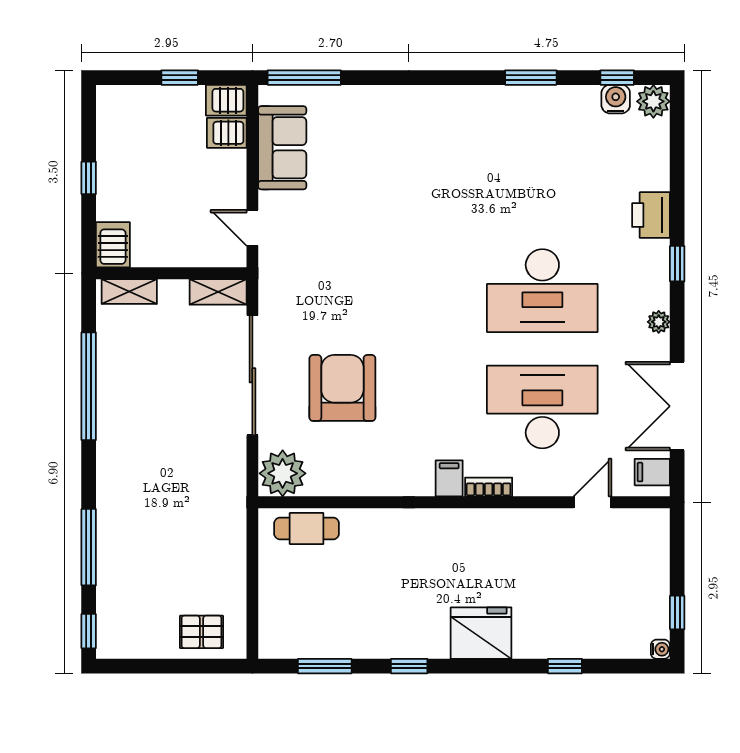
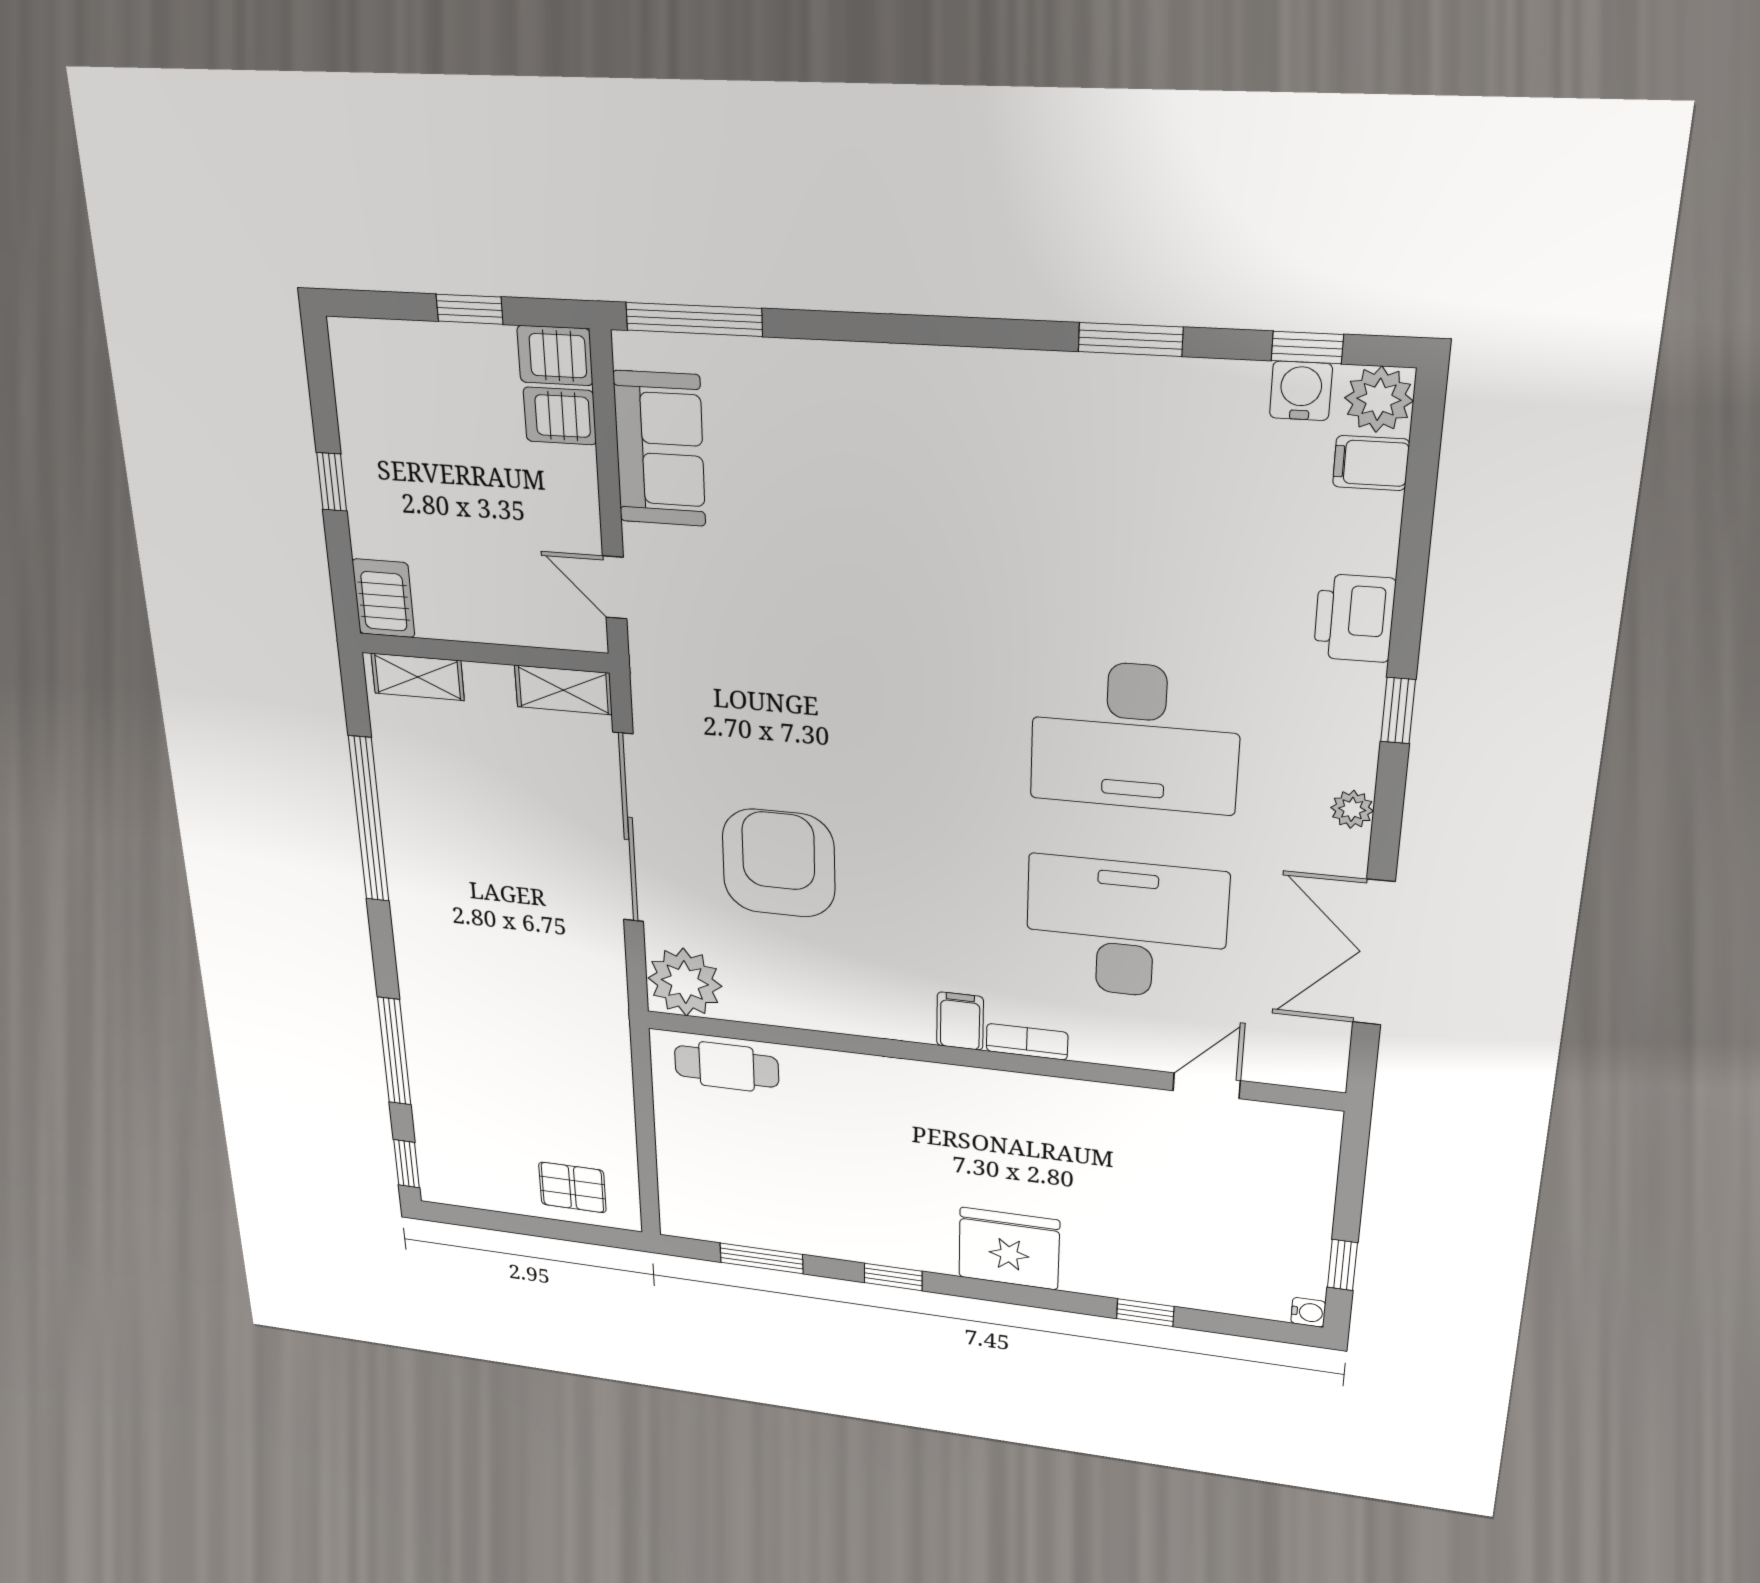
filing cabinet: (652, 472) -> (1371, 463), moved

